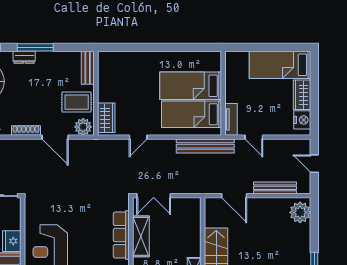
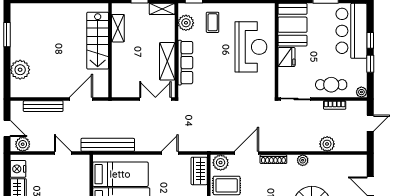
tv unit: (231, 119) -> (84, 169), removed
door: (55, 137) -> (246, 153), hinge flipped
plant: (297, 147) -> (23, 144), added
door: (234, 196) -> (81, 99), hinge flipped
plant: (300, 212) -> (20, 70), moved

